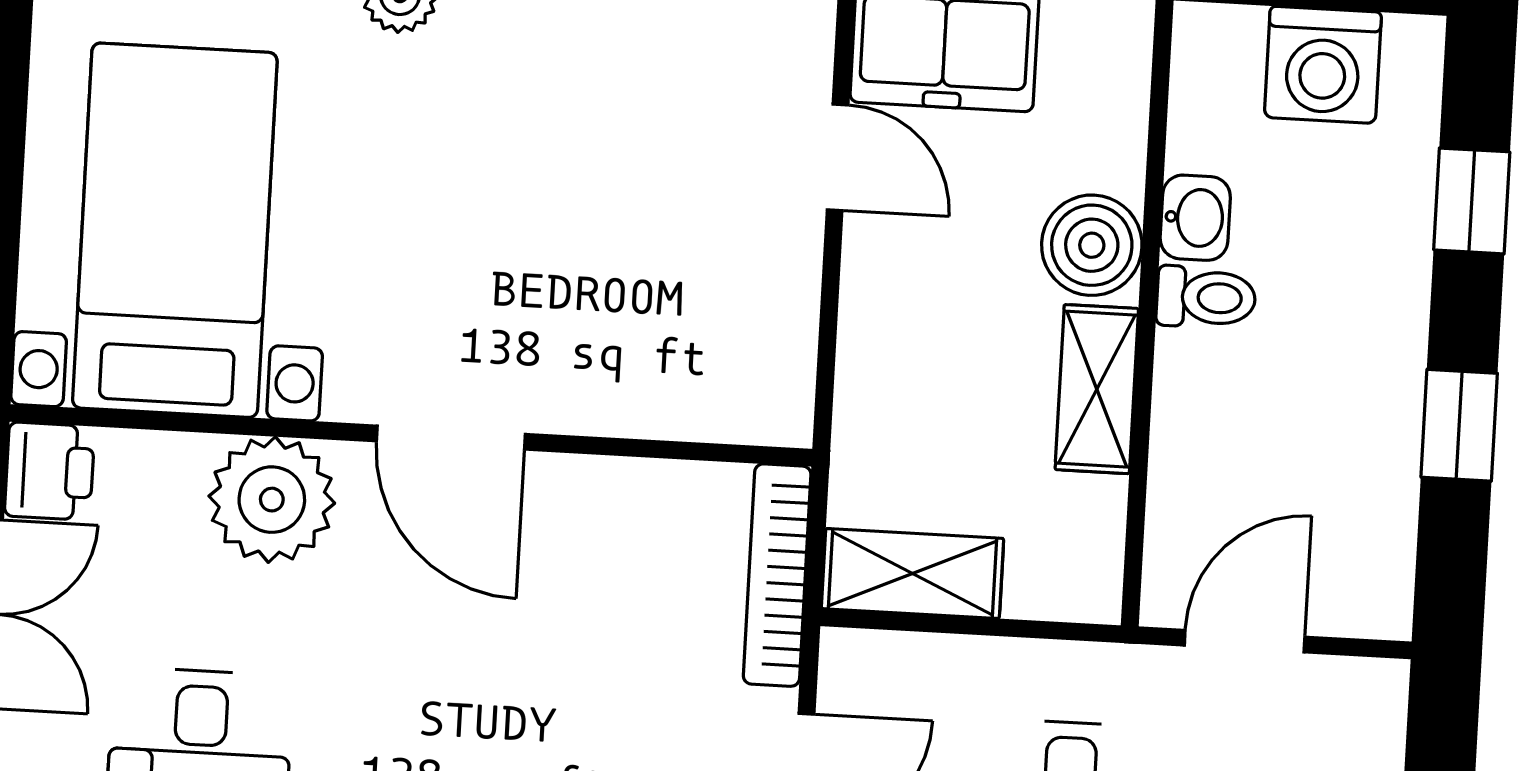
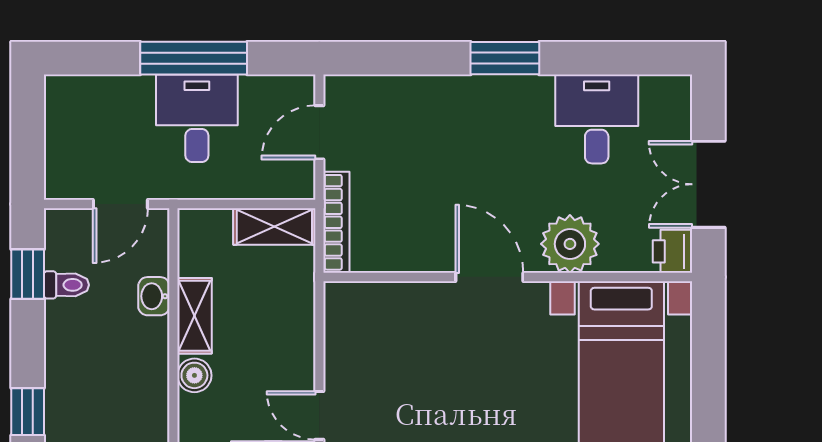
washbasin: (1195, 218) -> (154, 296), moved
boiler: (1092, 245) -> (194, 375), width x0.73, depth x0.73
toilet: (1206, 297) -> (66, 285), moved, turned 180
window: (1459, 425) -> (28, 274), moved

